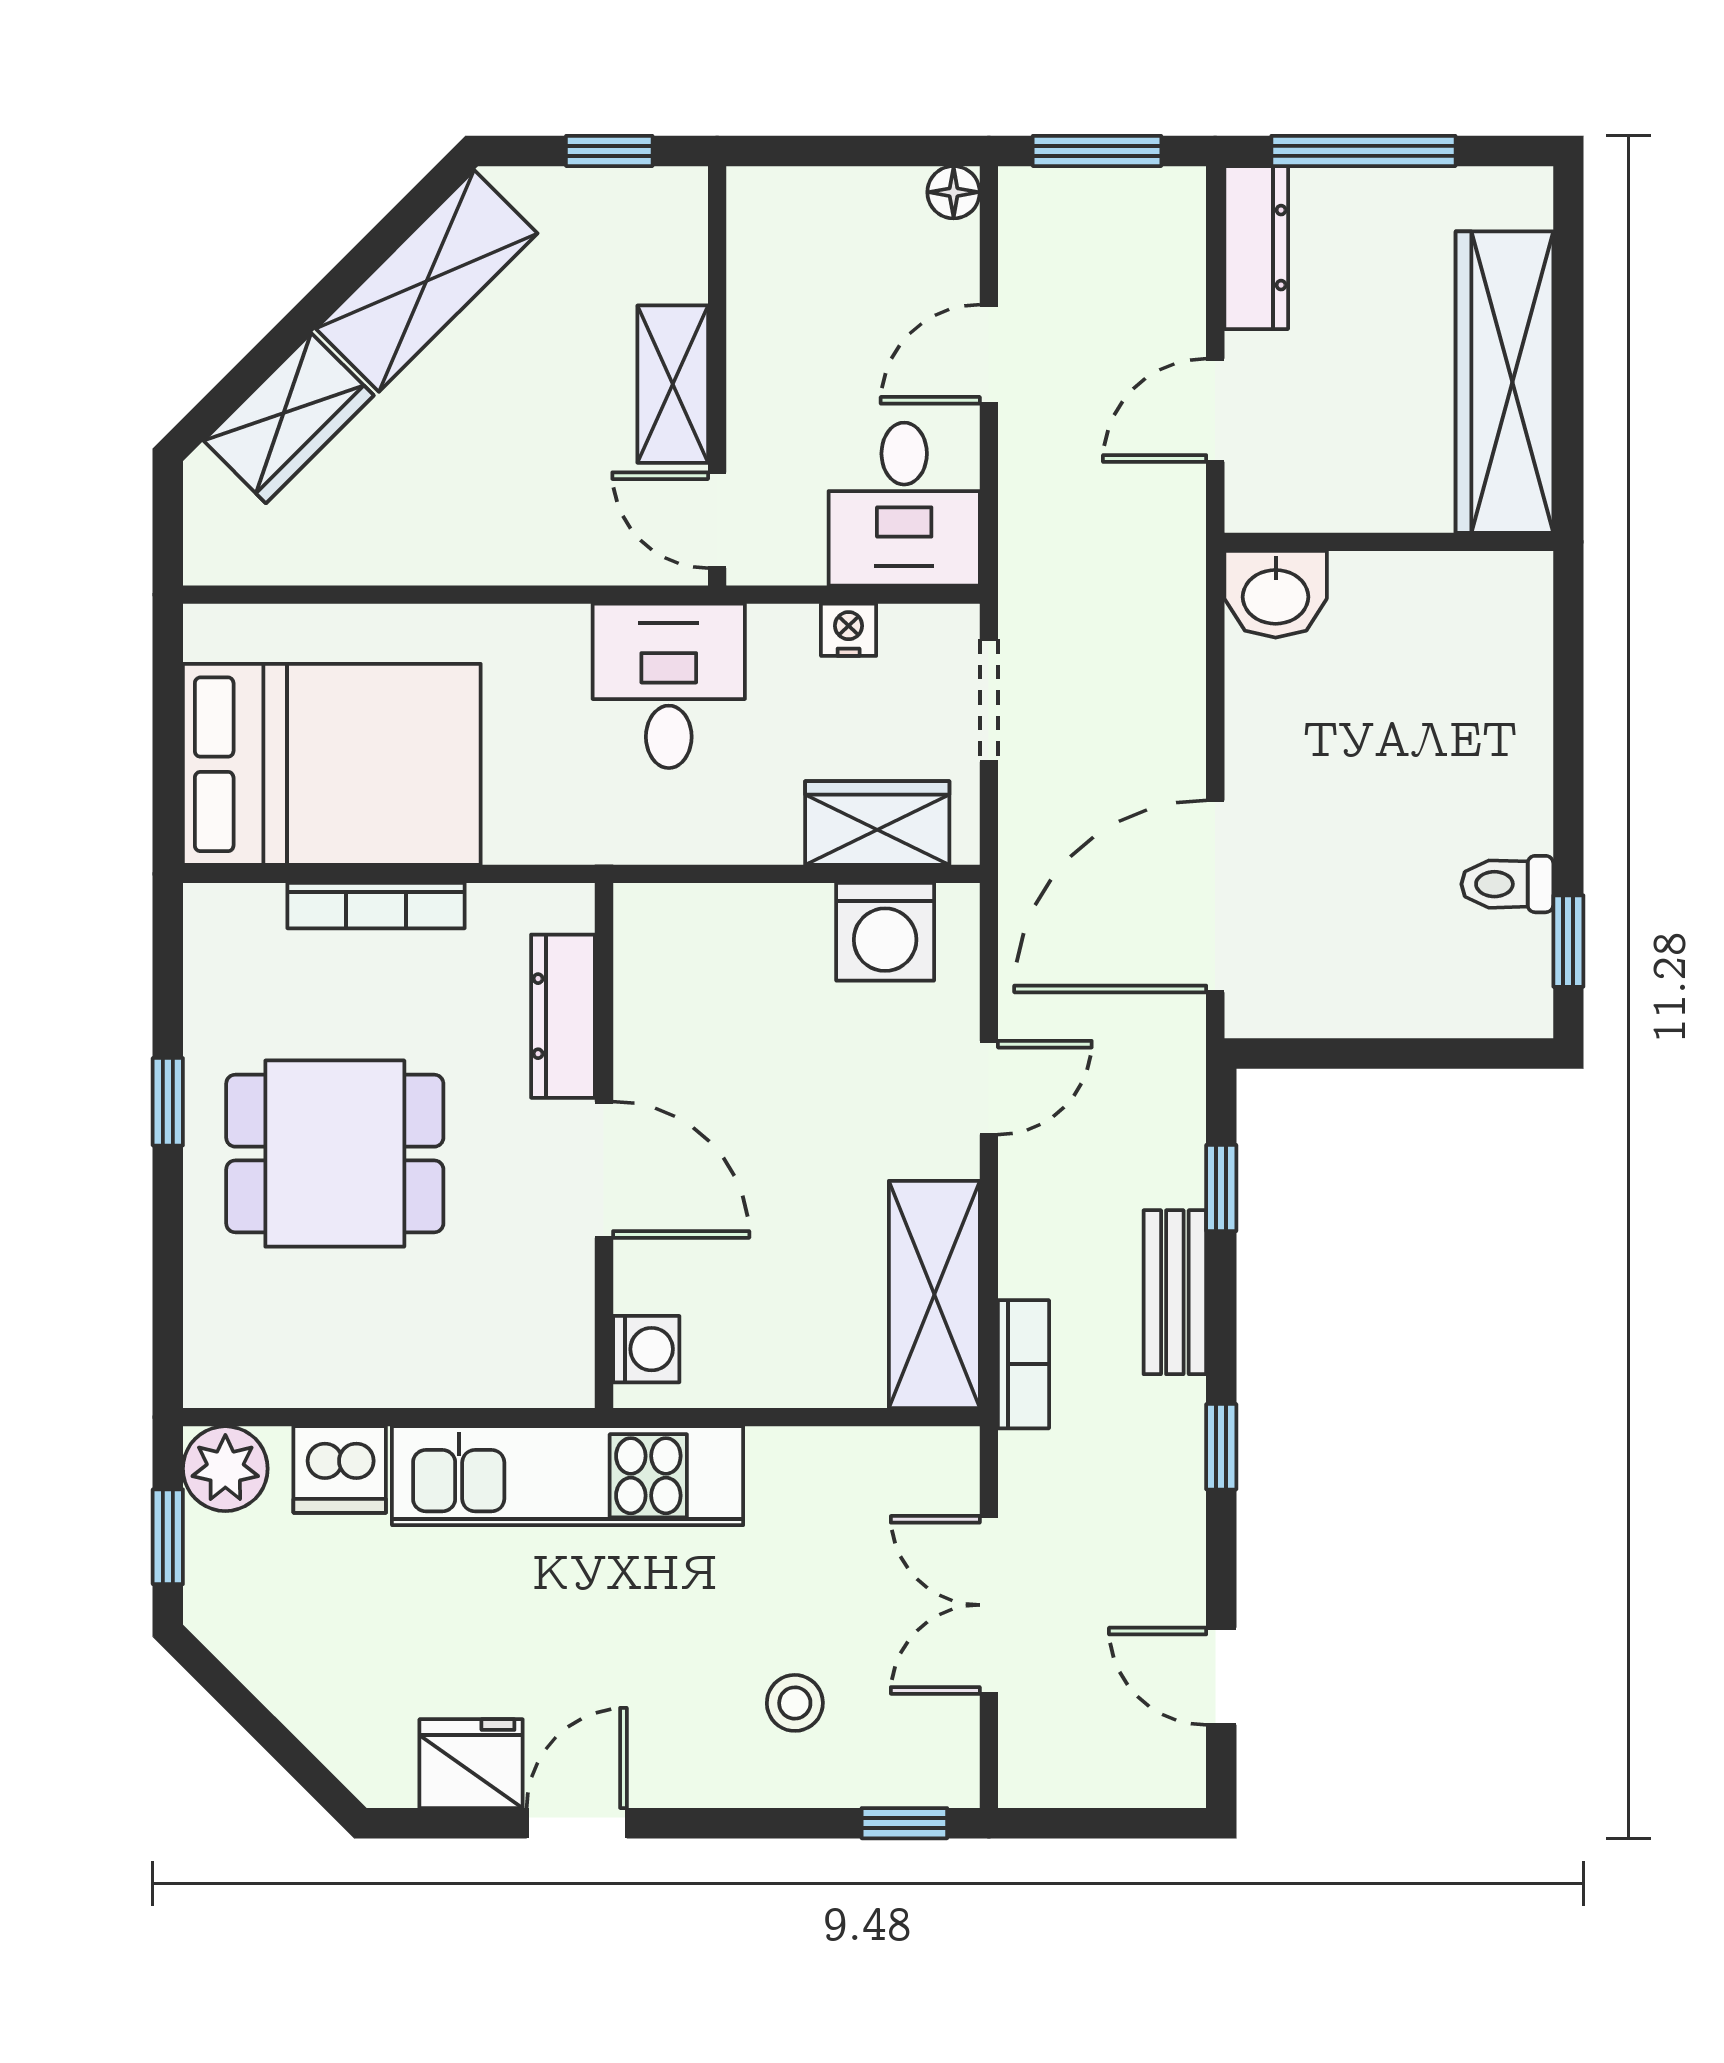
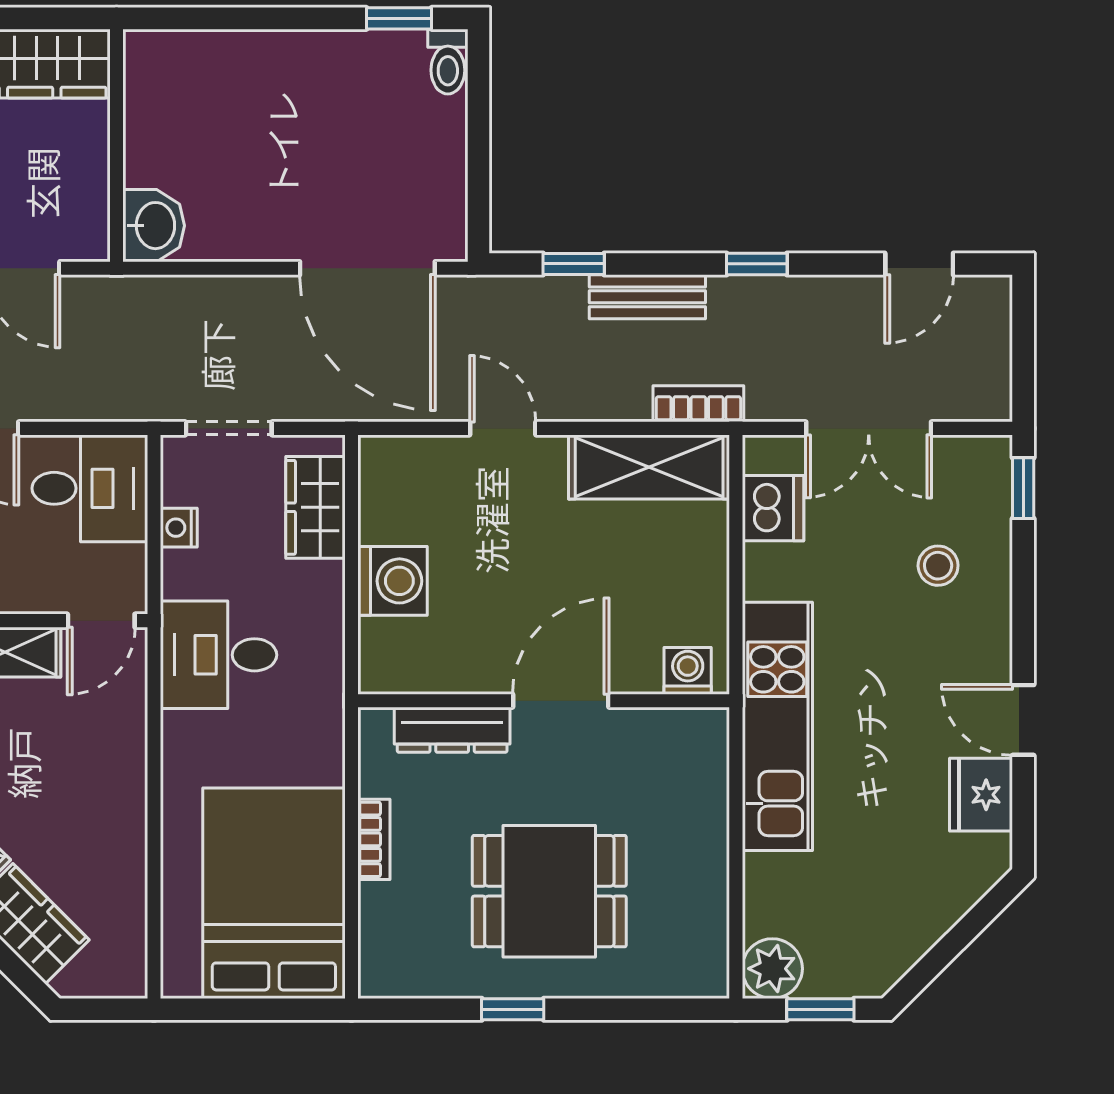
toilet: (1507, 884) -> (448, 62), moved
bookcase: (376, 906) -> (374, 839), width x0.64
washing machine: (885, 932) -> (392, 581), moved
dining table: (335, 1154) -> (549, 891), turned 90
dishwasher: (340, 1470) -> (773, 508), moved

